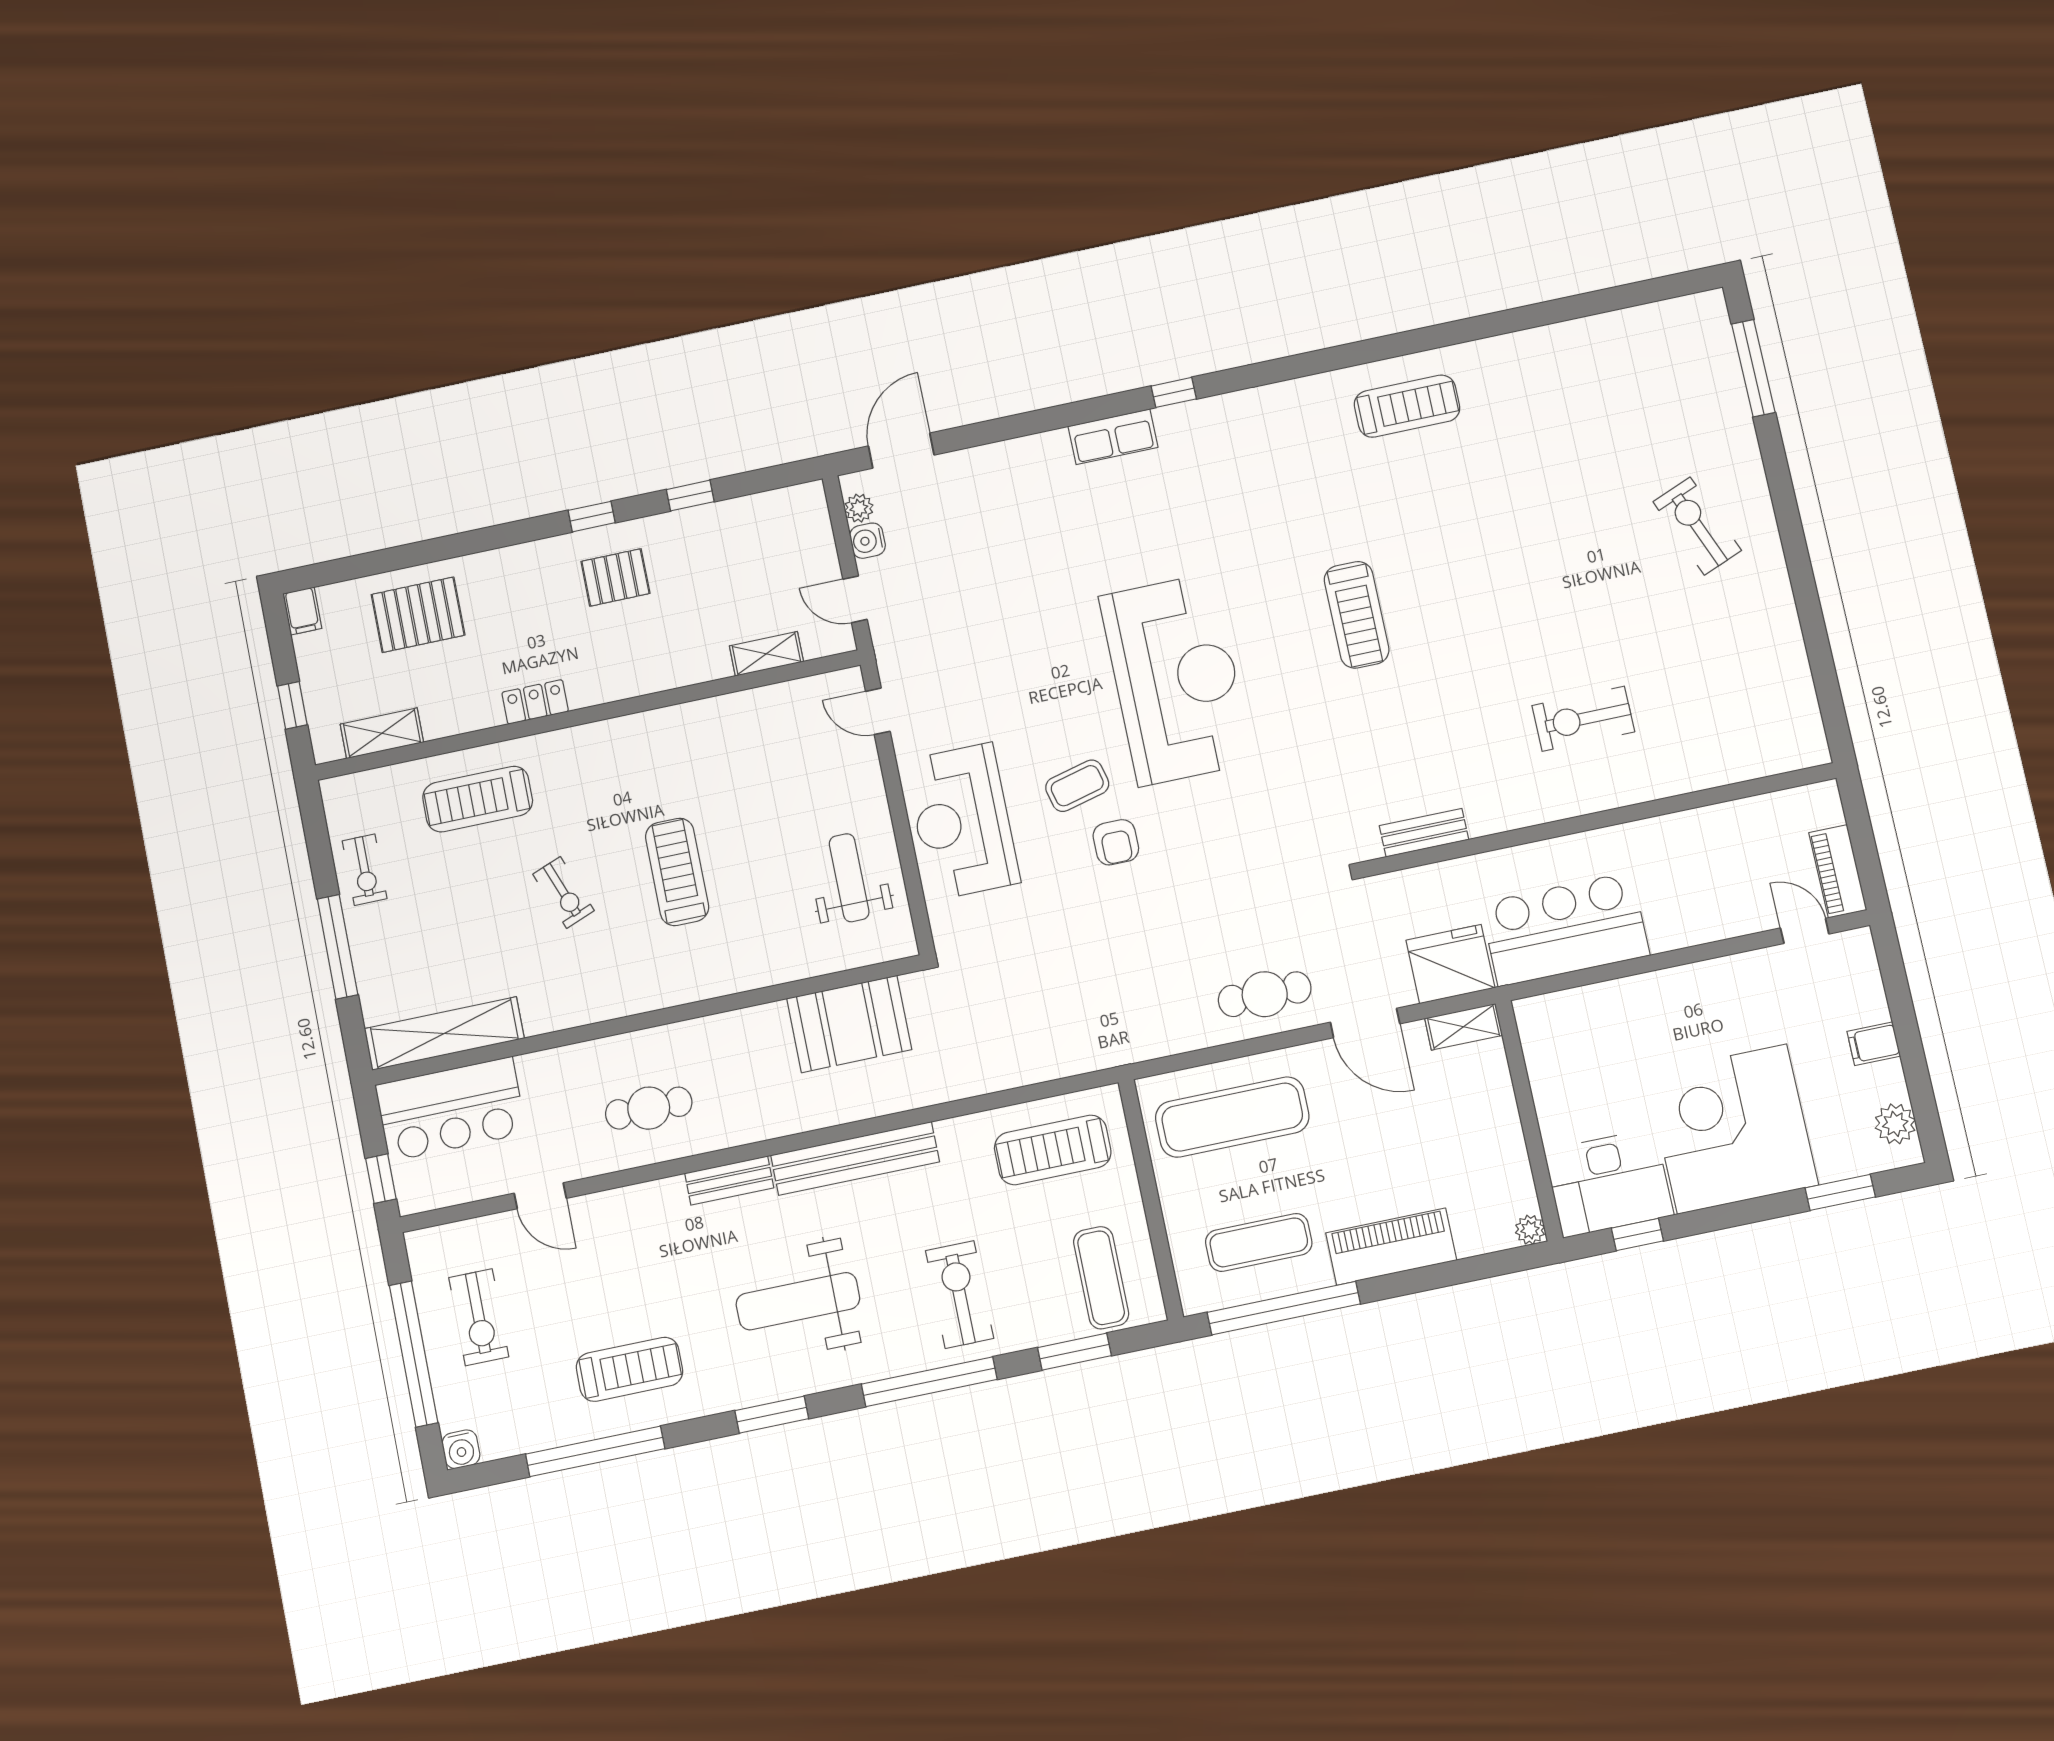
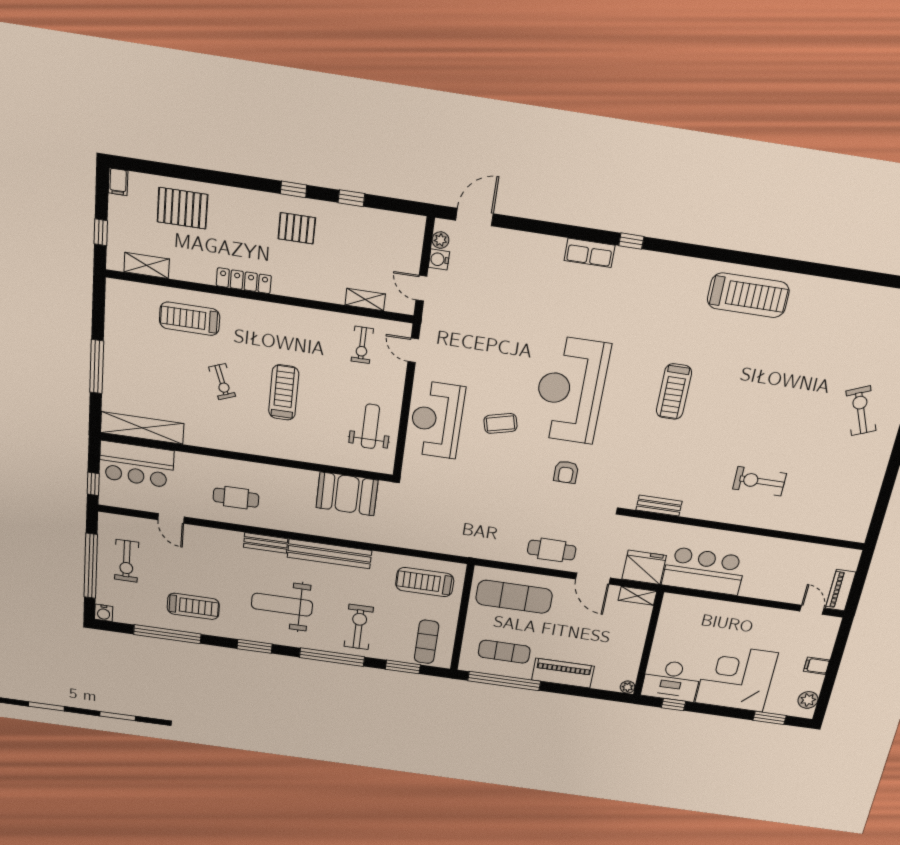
treadmill: (1407, 406) -> (748, 295), width x1.37, depth x1.37
reception desk: (1176, 679) -> (571, 390), turned 180
locker: (535, 702) -> (244, 281), width x1.53
armchair: (1116, 842) -> (566, 472), moved
exercise bike: (365, 870) -> (362, 345), moved

